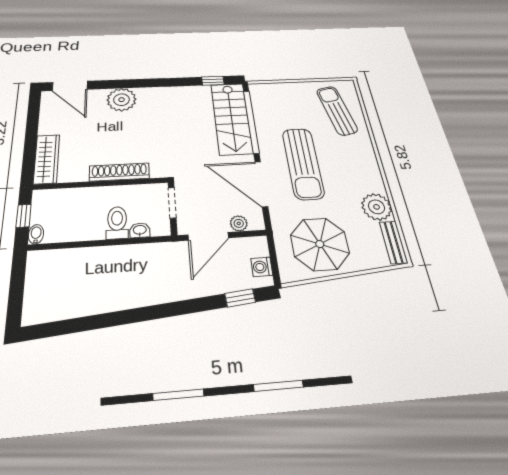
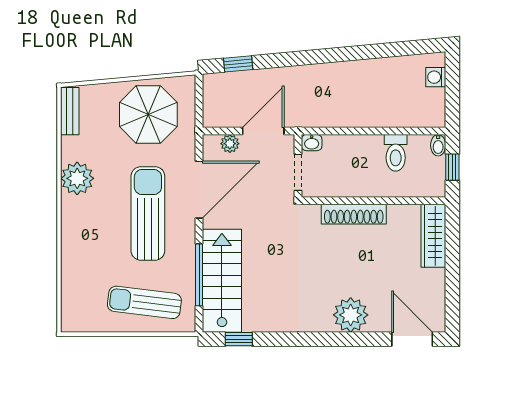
sun lounger: (337, 110) -> (144, 302), moved, turned 109
window: (251, 121) -> (199, 275), width x0.68
door: (261, 184) -> (199, 190), hinge flipped
plant: (377, 207) -> (77, 178), moved
toilet: (117, 223) -> (396, 153), moved
washbasin: (140, 230) -> (312, 143), moved
washing machine: (262, 267) -> (436, 77), moved, turned 180

